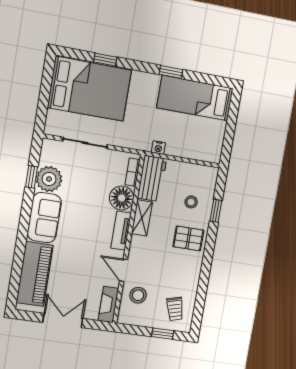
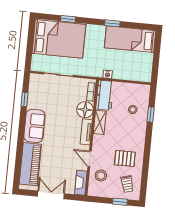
plant: (49, 179) -> (36, 100), removed
pallet: (188, 238) -> (125, 158), moved

